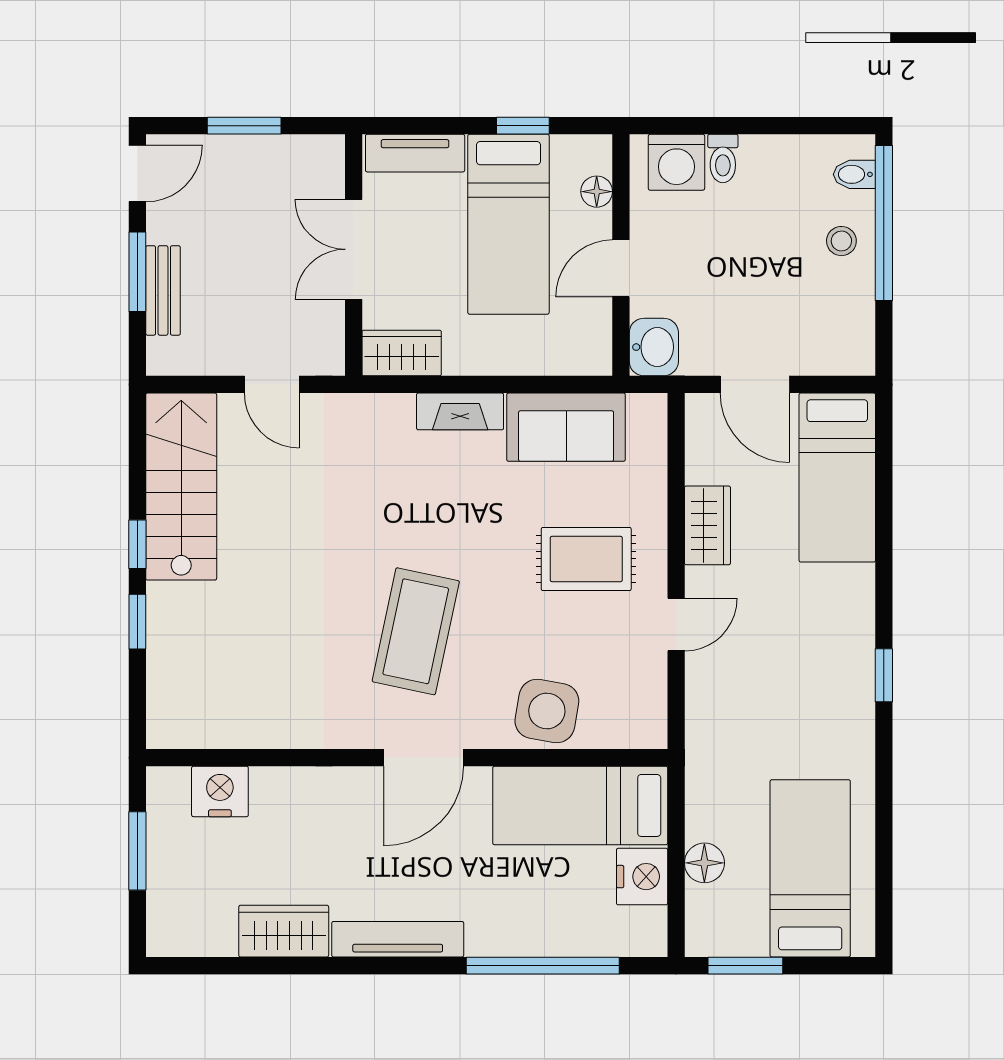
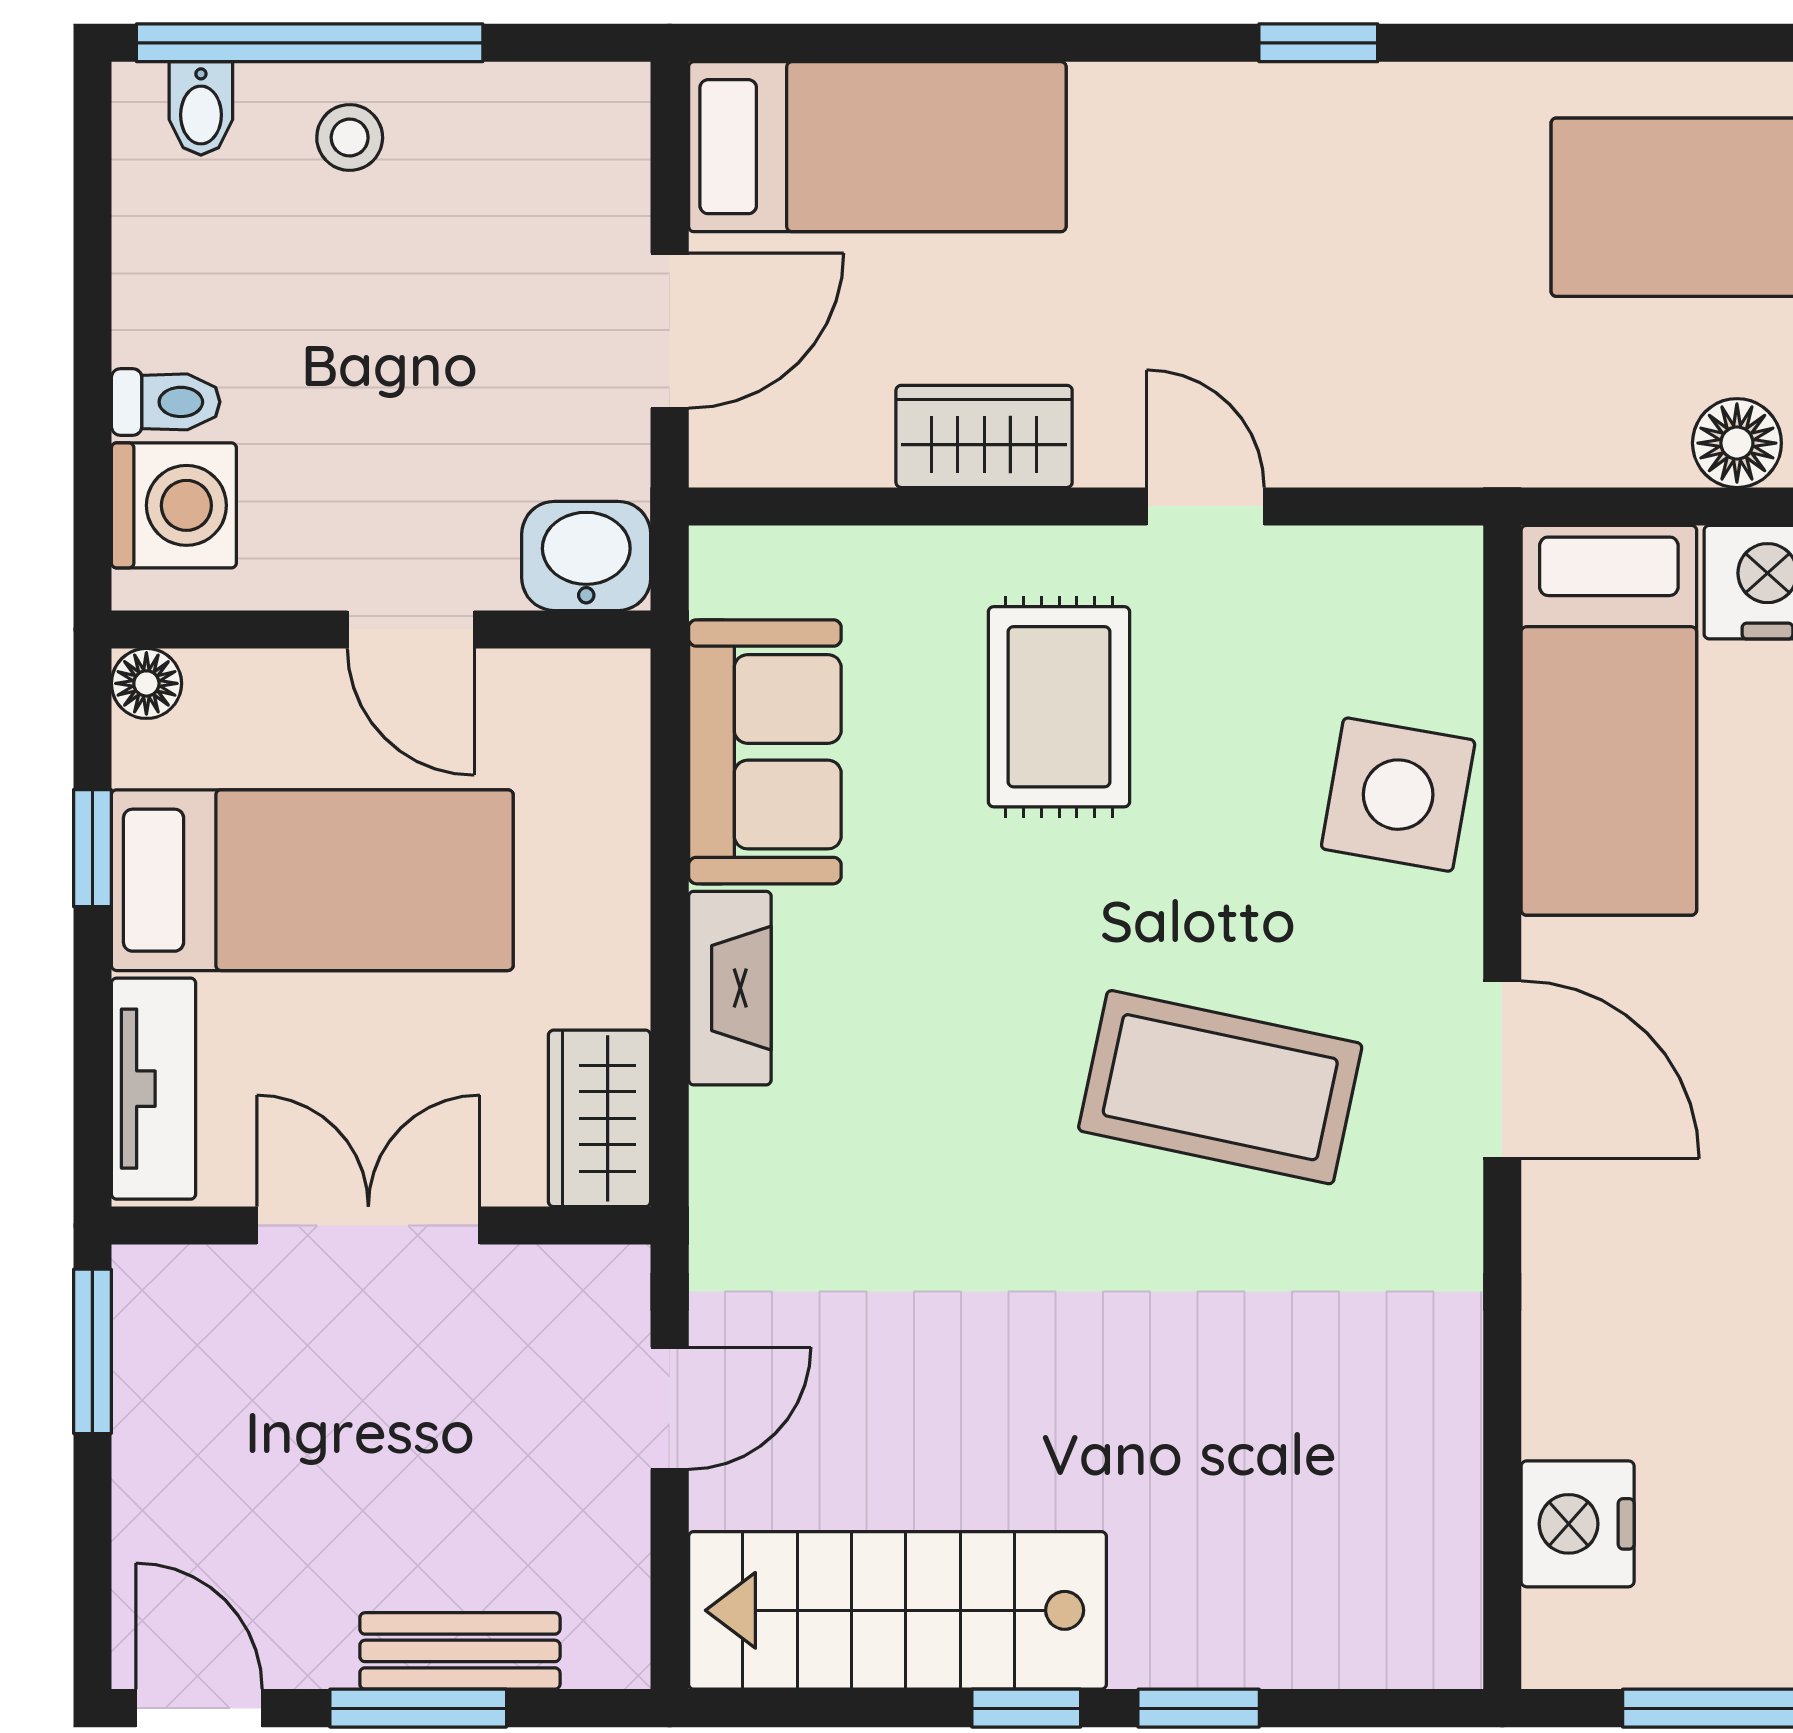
window: (244, 126) -> (92, 1351), moved
floor lamp: (597, 192) -> (146, 683), moved
double door: (354, 249) -> (368, 1226), swing flipped

